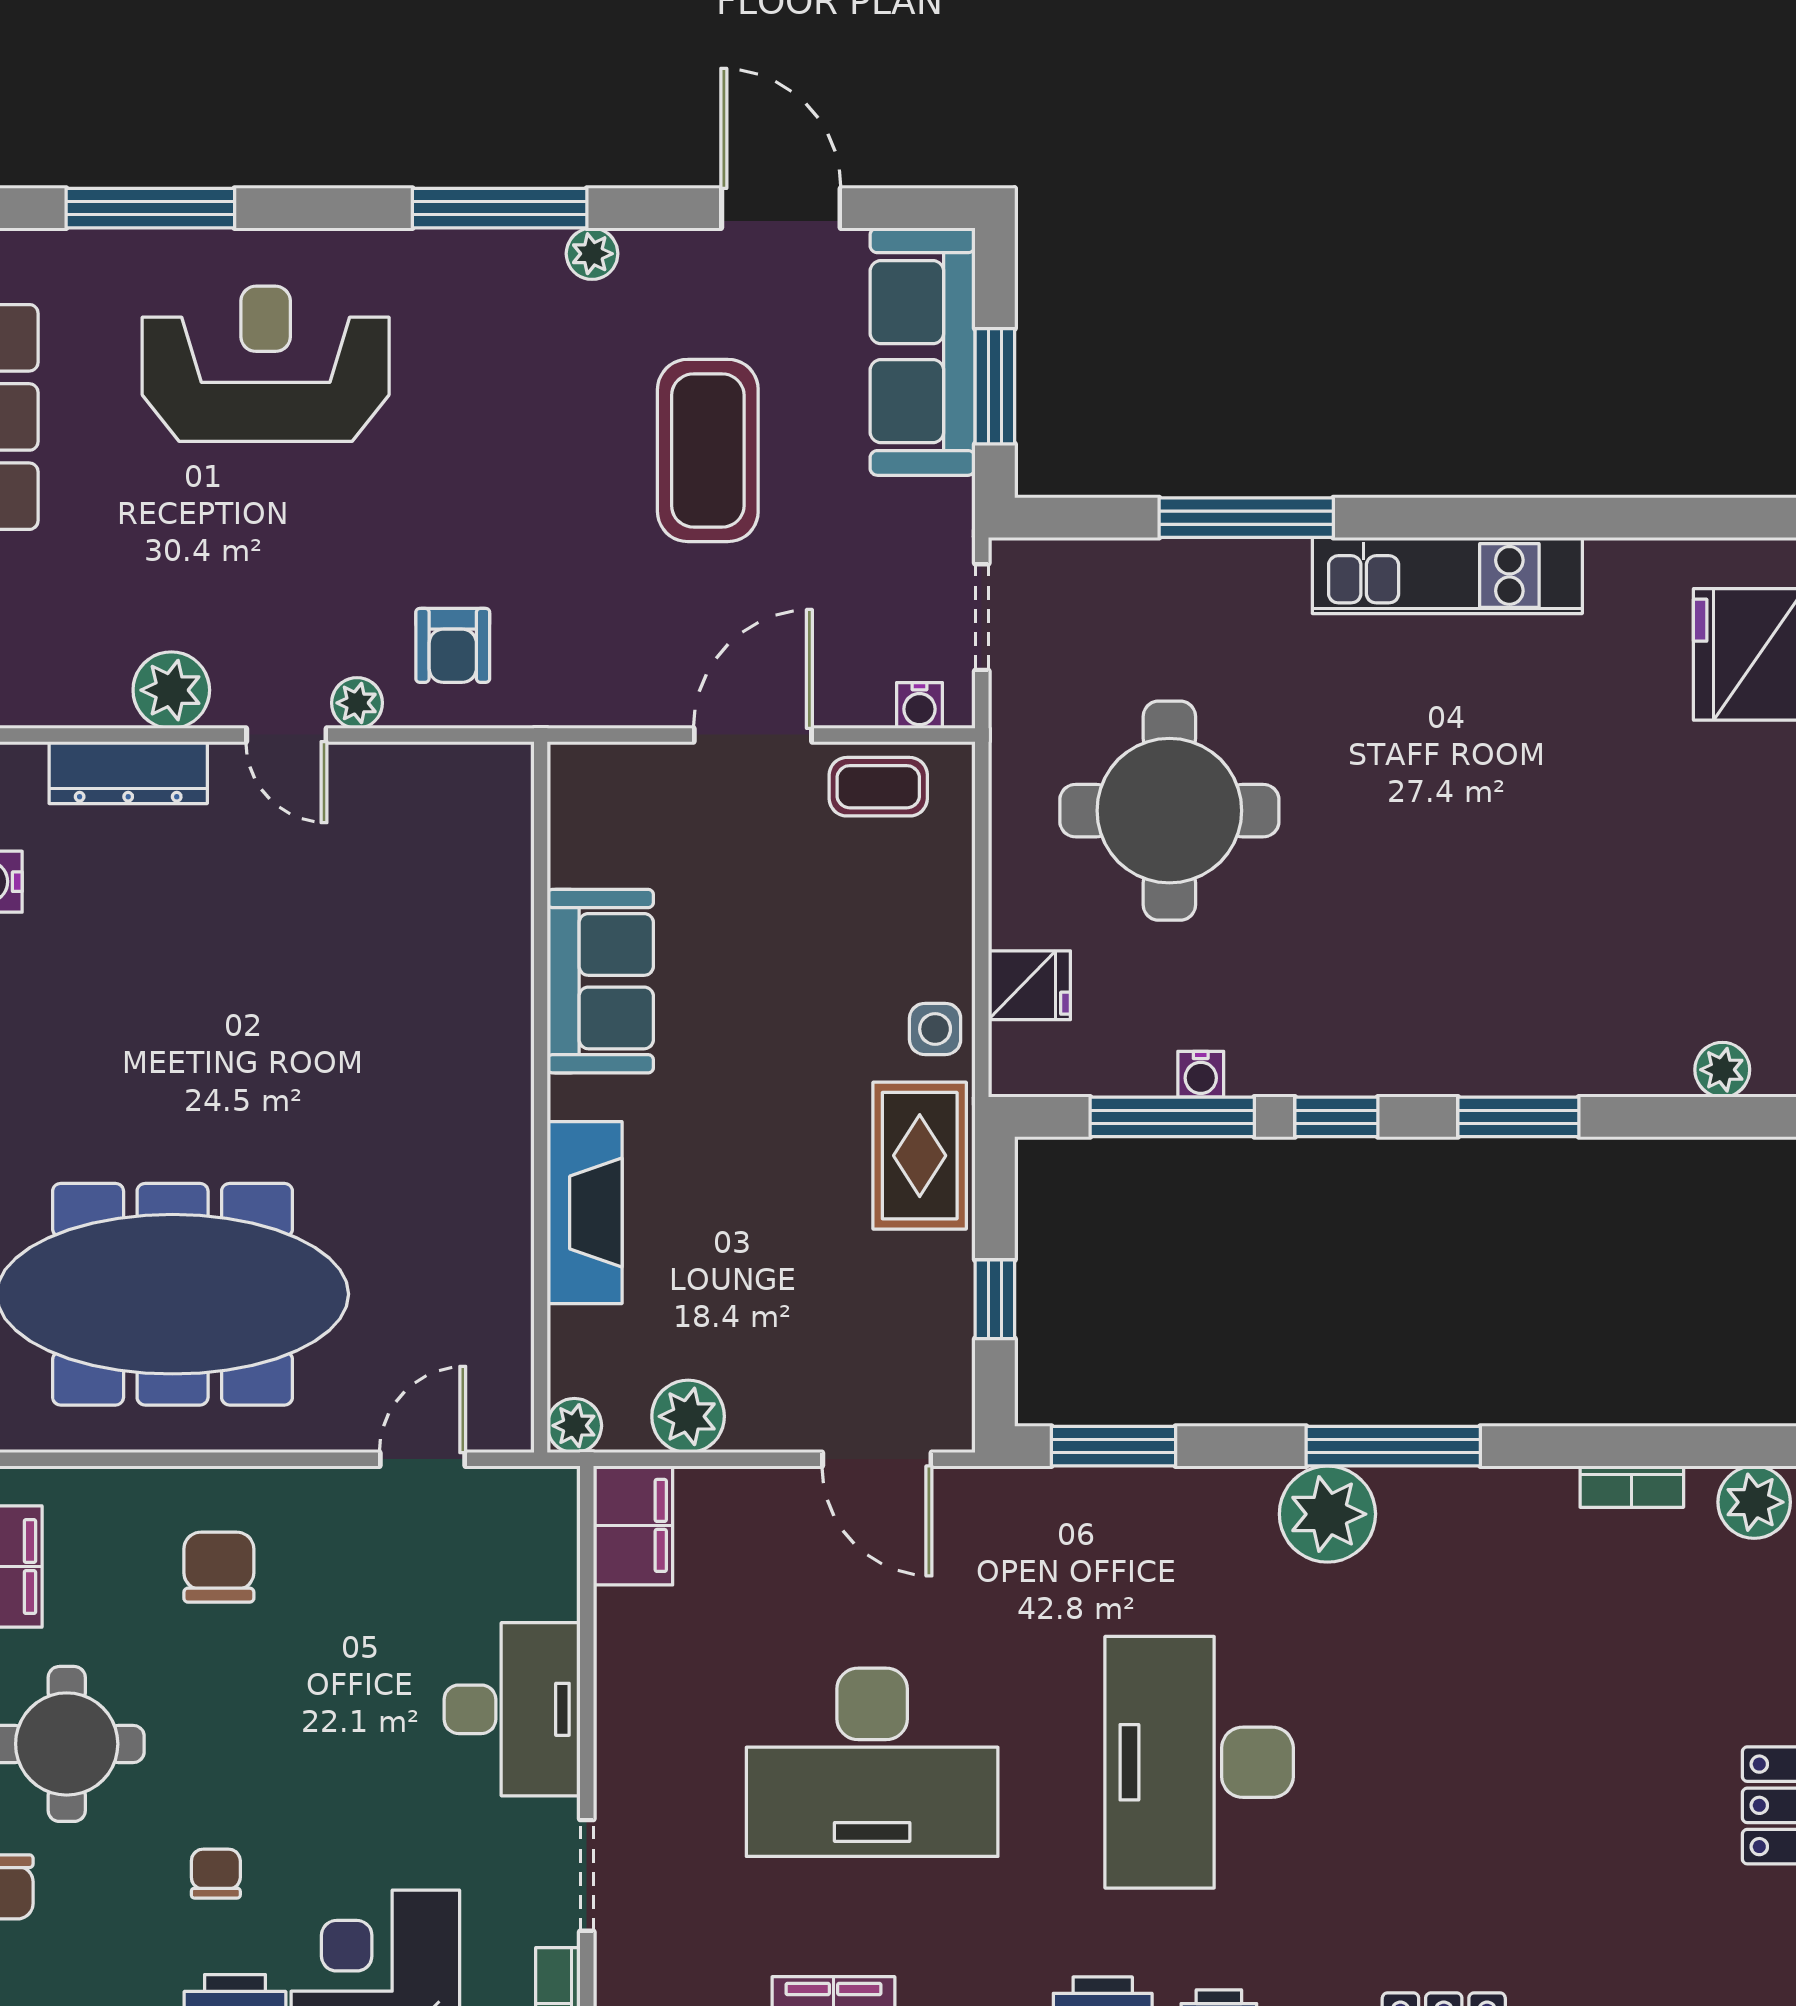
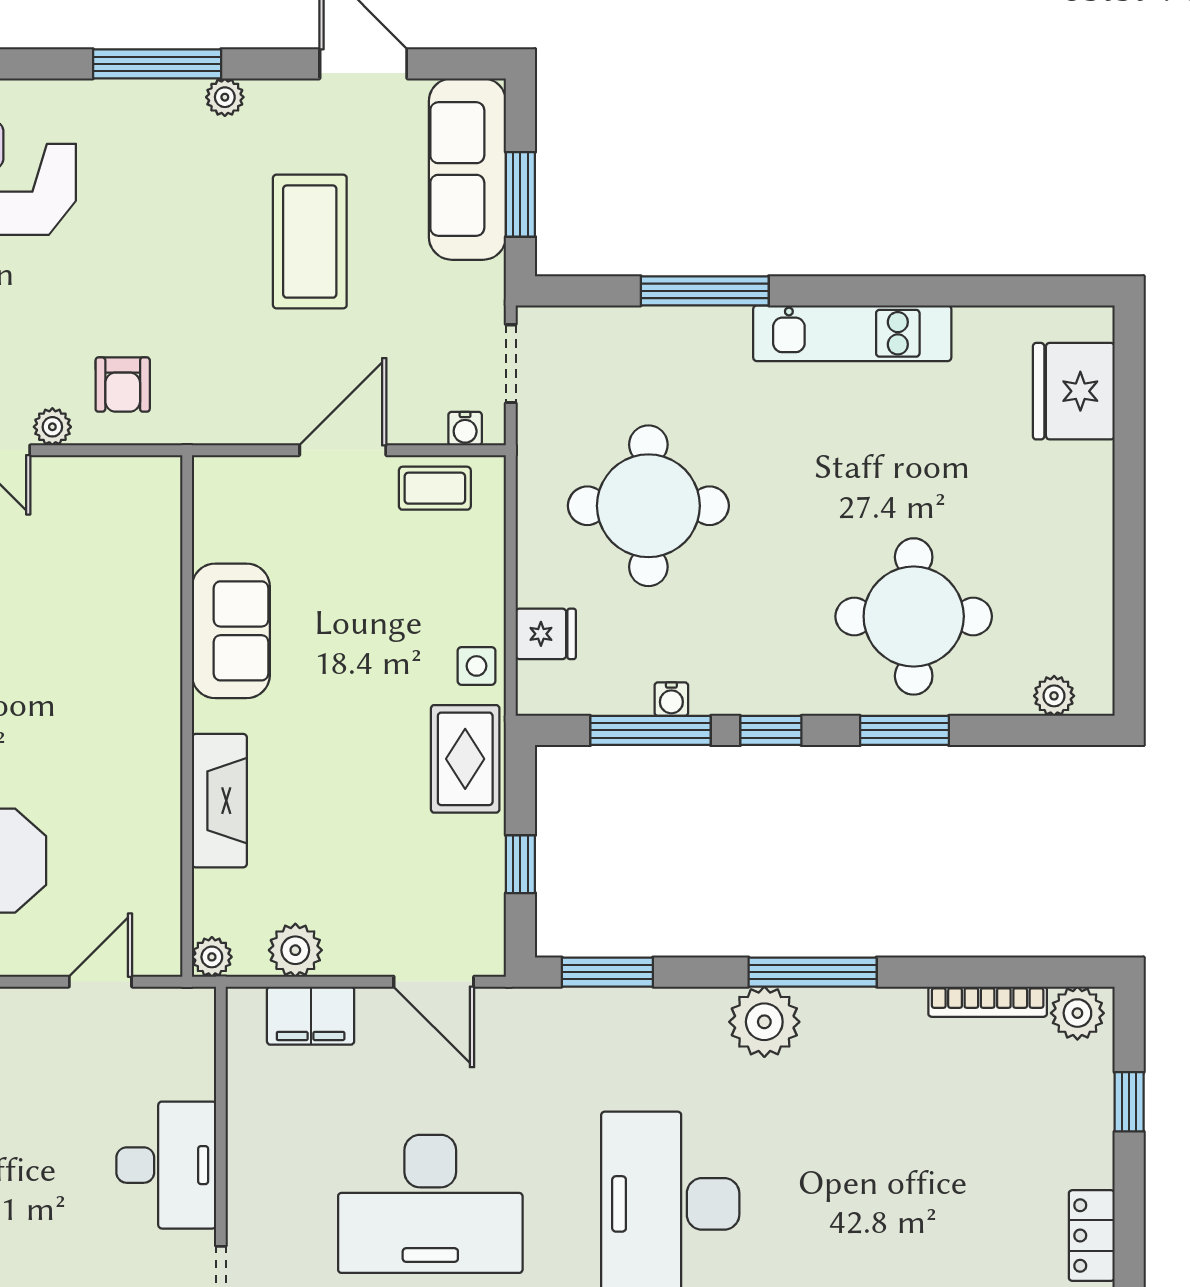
round table: (1531, 962) -> (914, 616), added
bookcase: (1632, 1487) -> (988, 1002), width x1.56
filing cabinet: (633, 1525) -> (311, 1016), moved, turned 90

